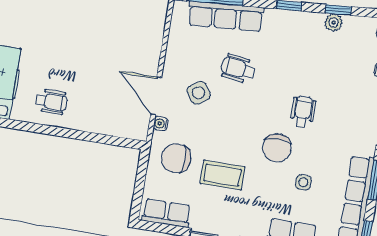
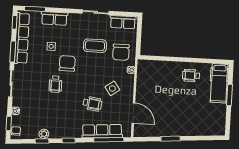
door: (156, 96) -> (133, 113), moved
chair: (176, 158) -> (121, 52), turned 90

